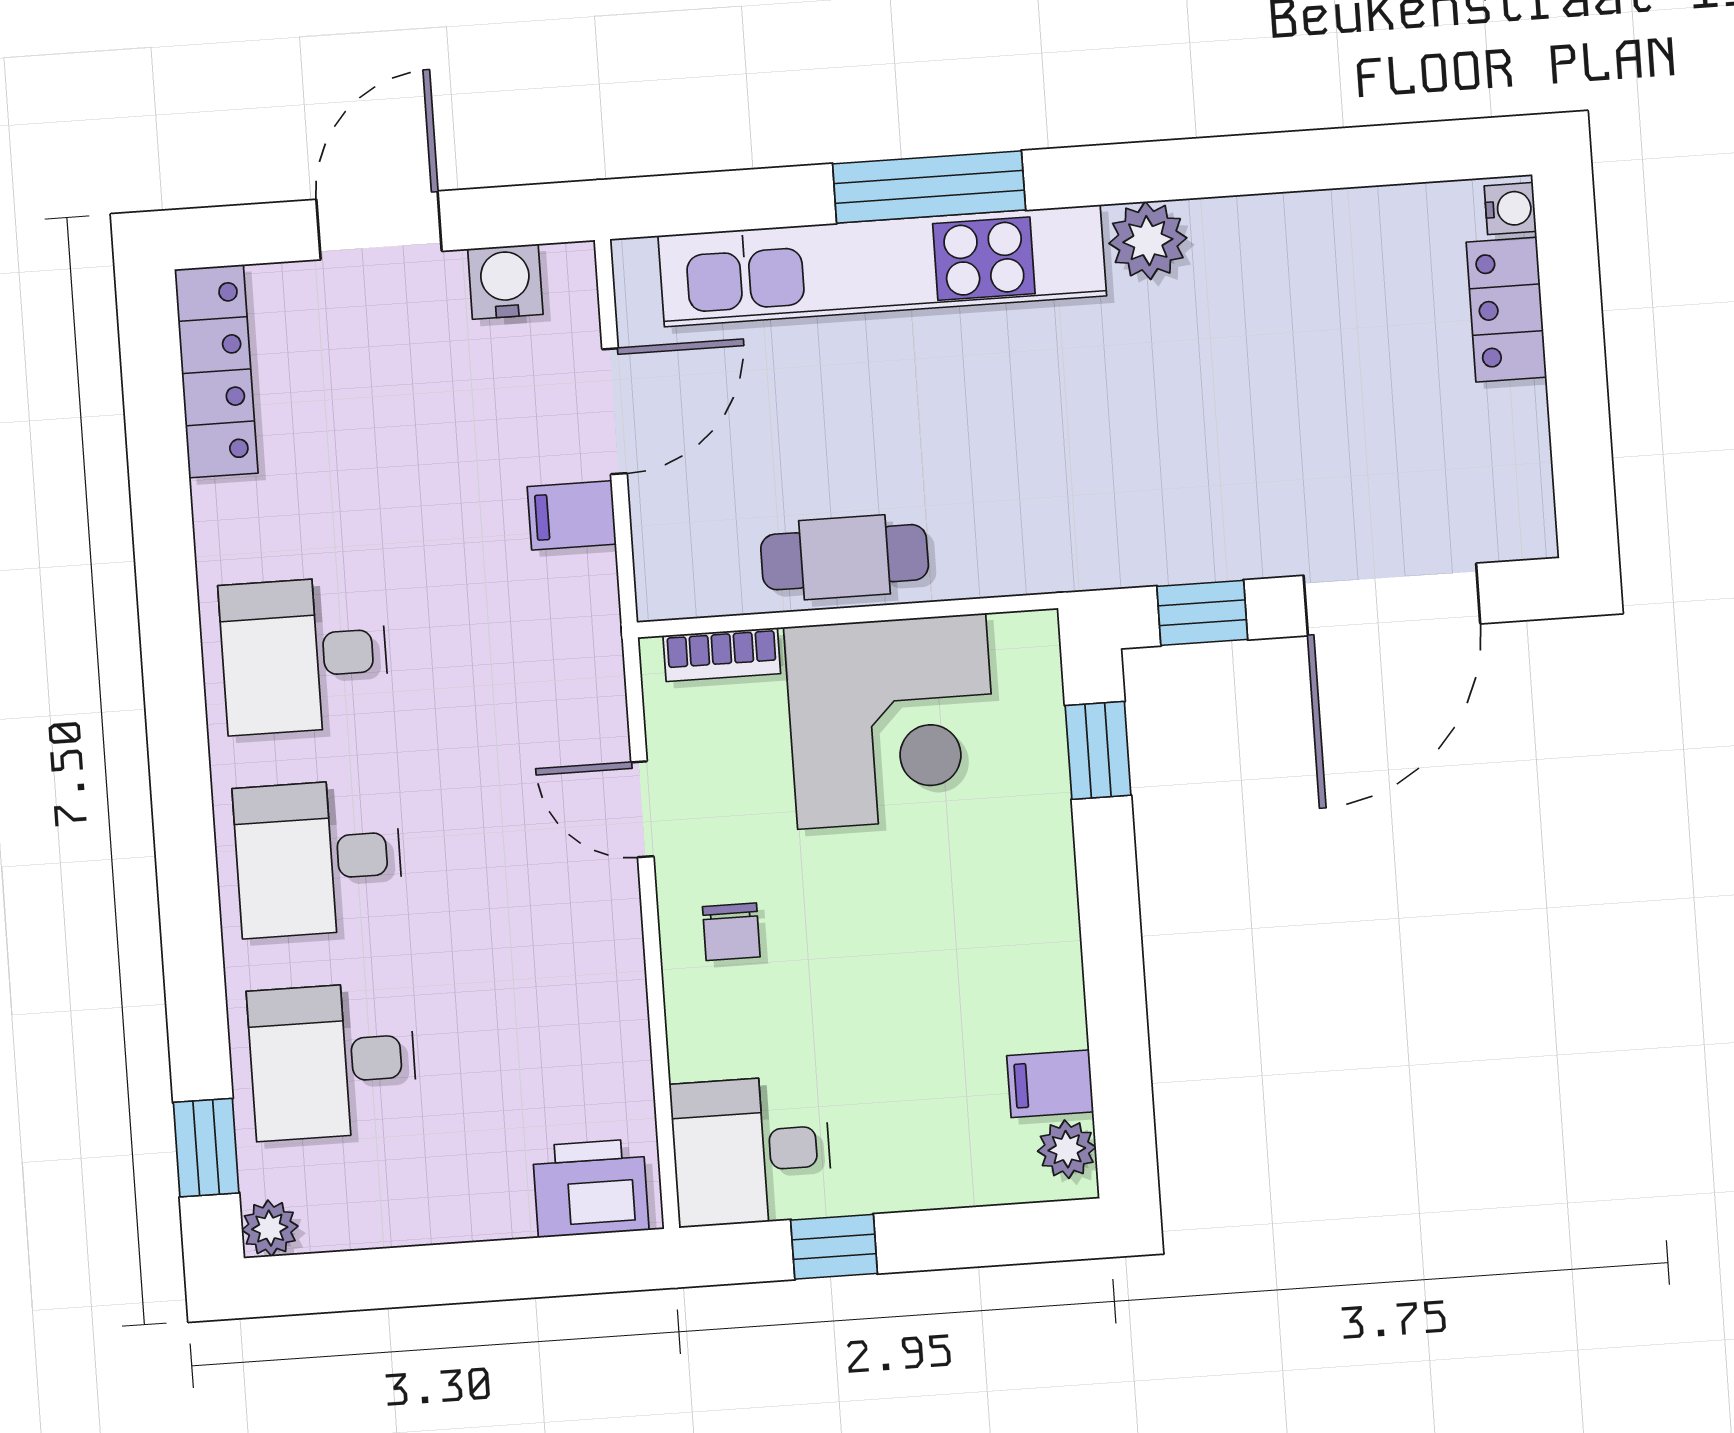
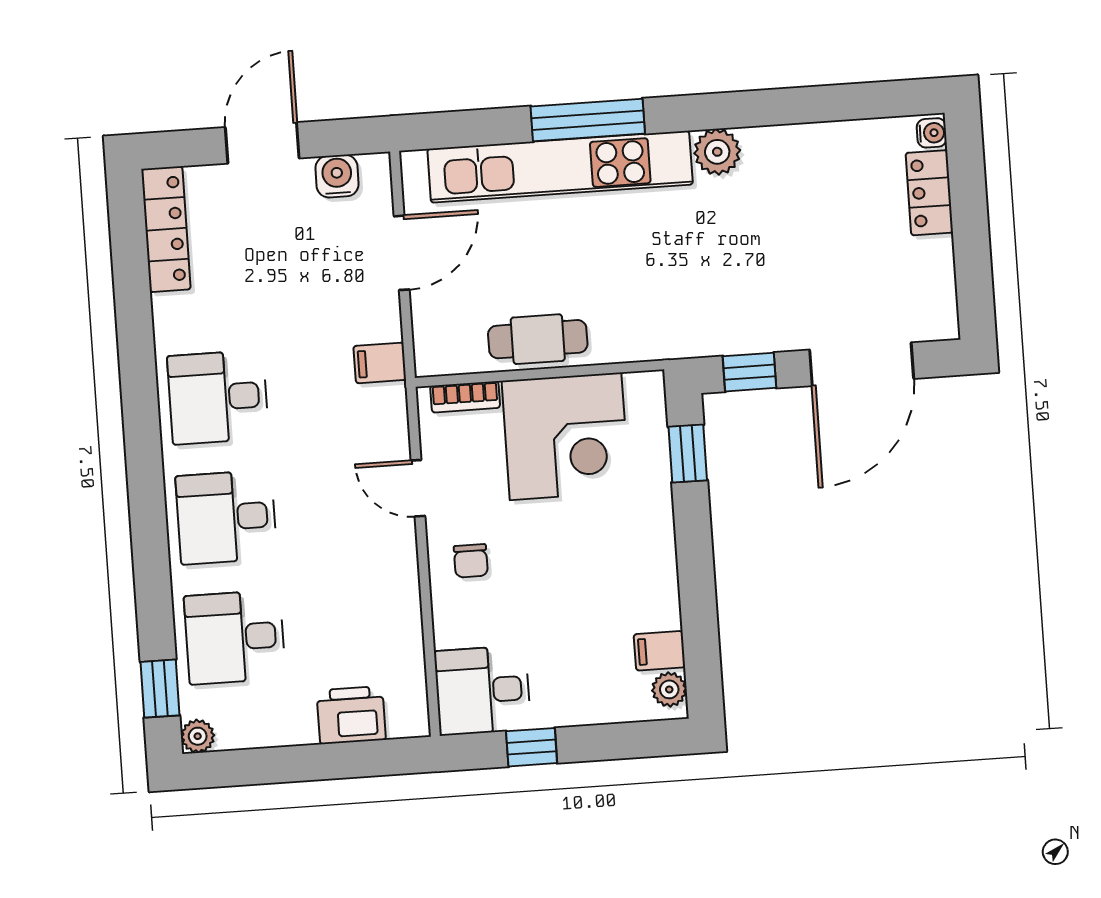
filing cabinet: (572, 515) -> (380, 363), moved
printer: (591, 1188) -> (351, 715), moved

